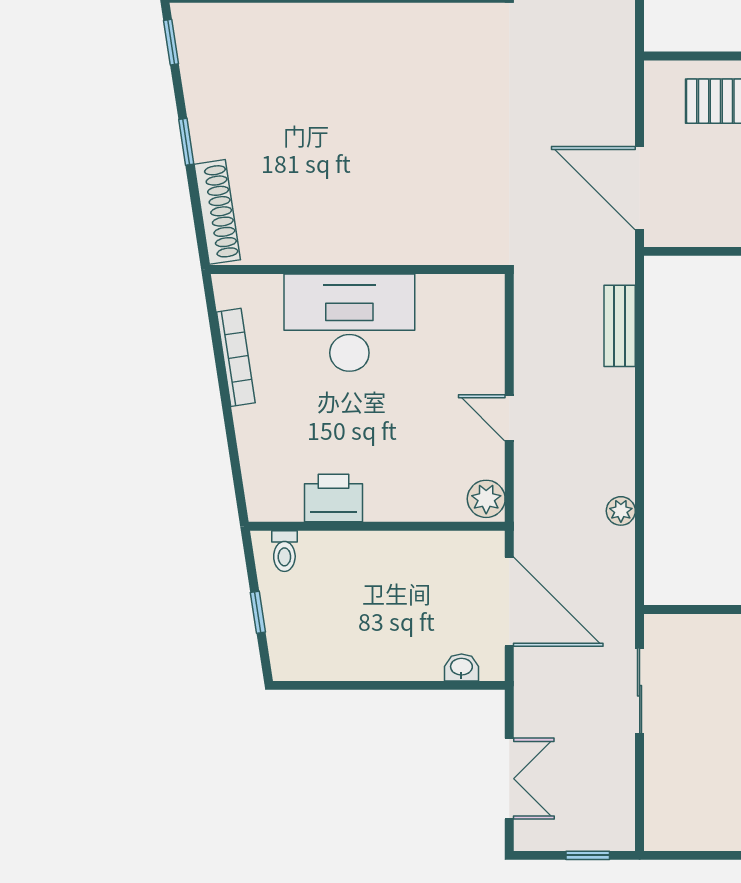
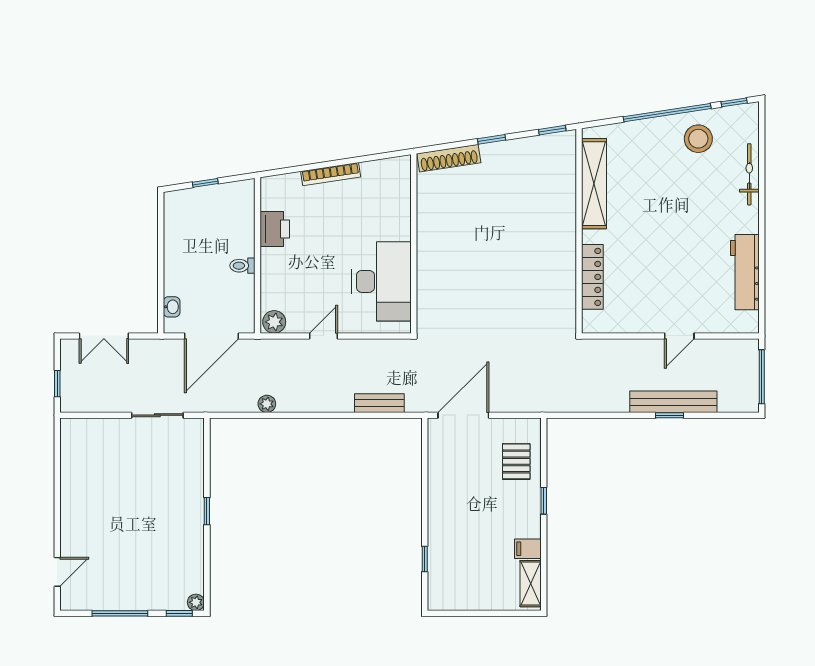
desk: (349, 323) -> (381, 281), moved
bookcase: (236, 357) -> (331, 174), moved
toilet: (284, 551) -> (242, 266), moved

